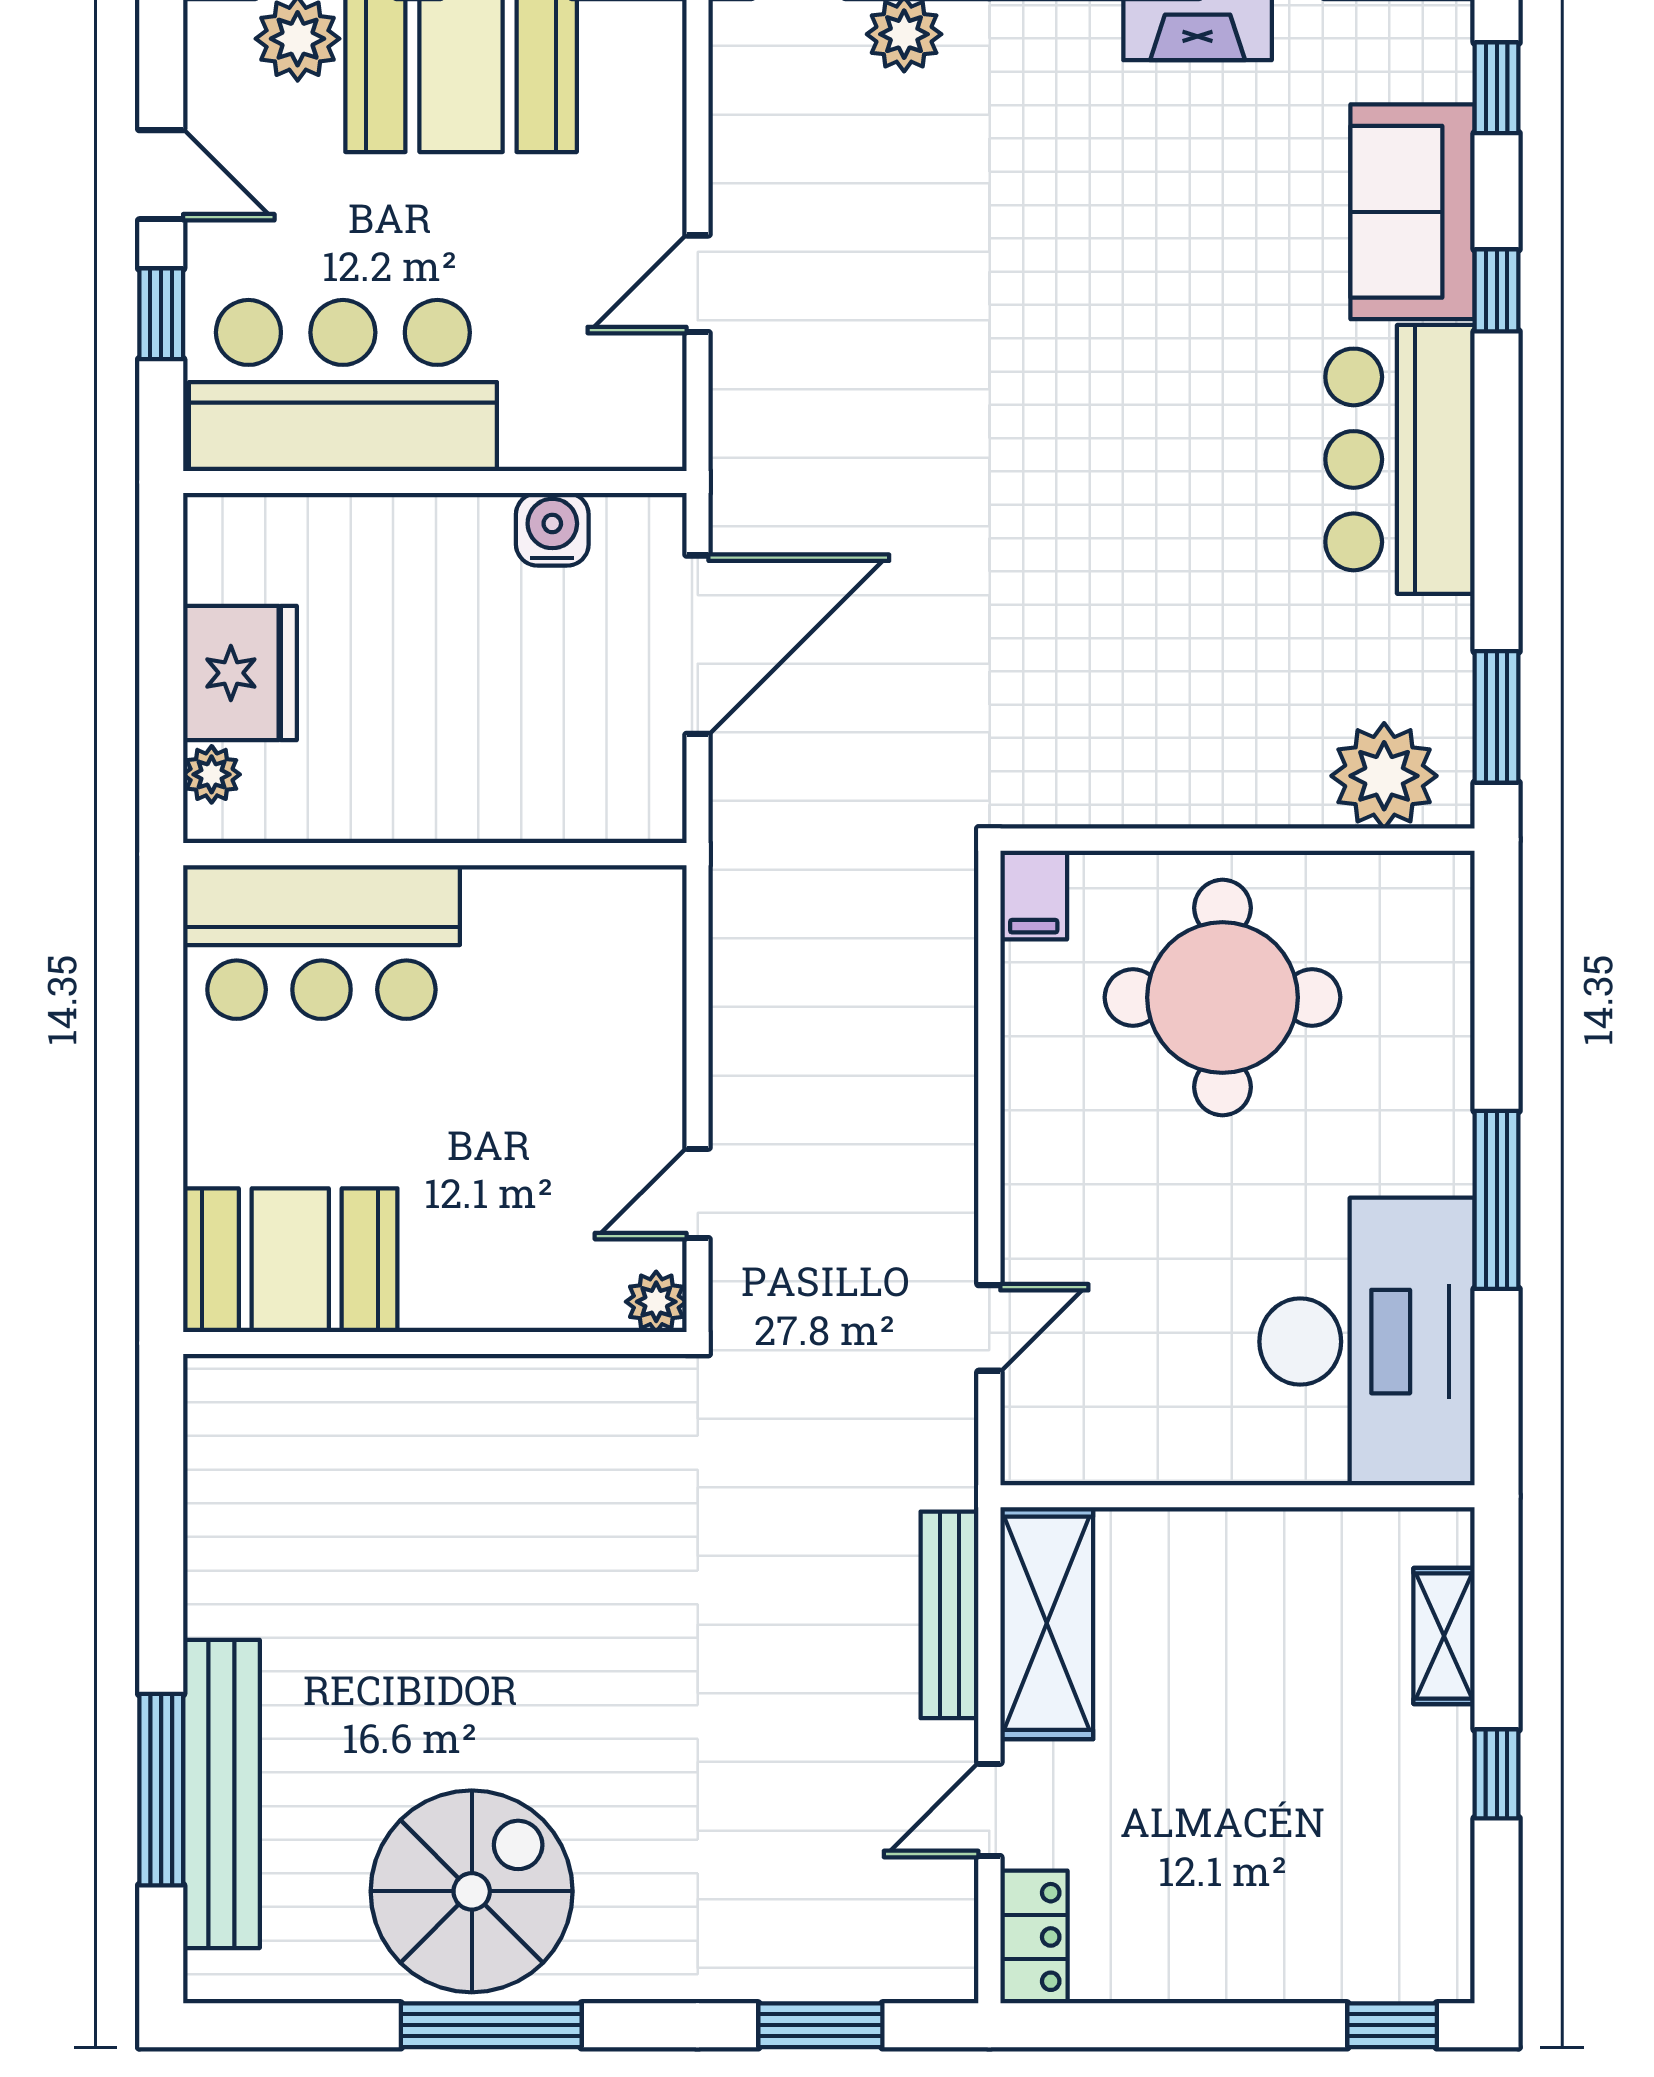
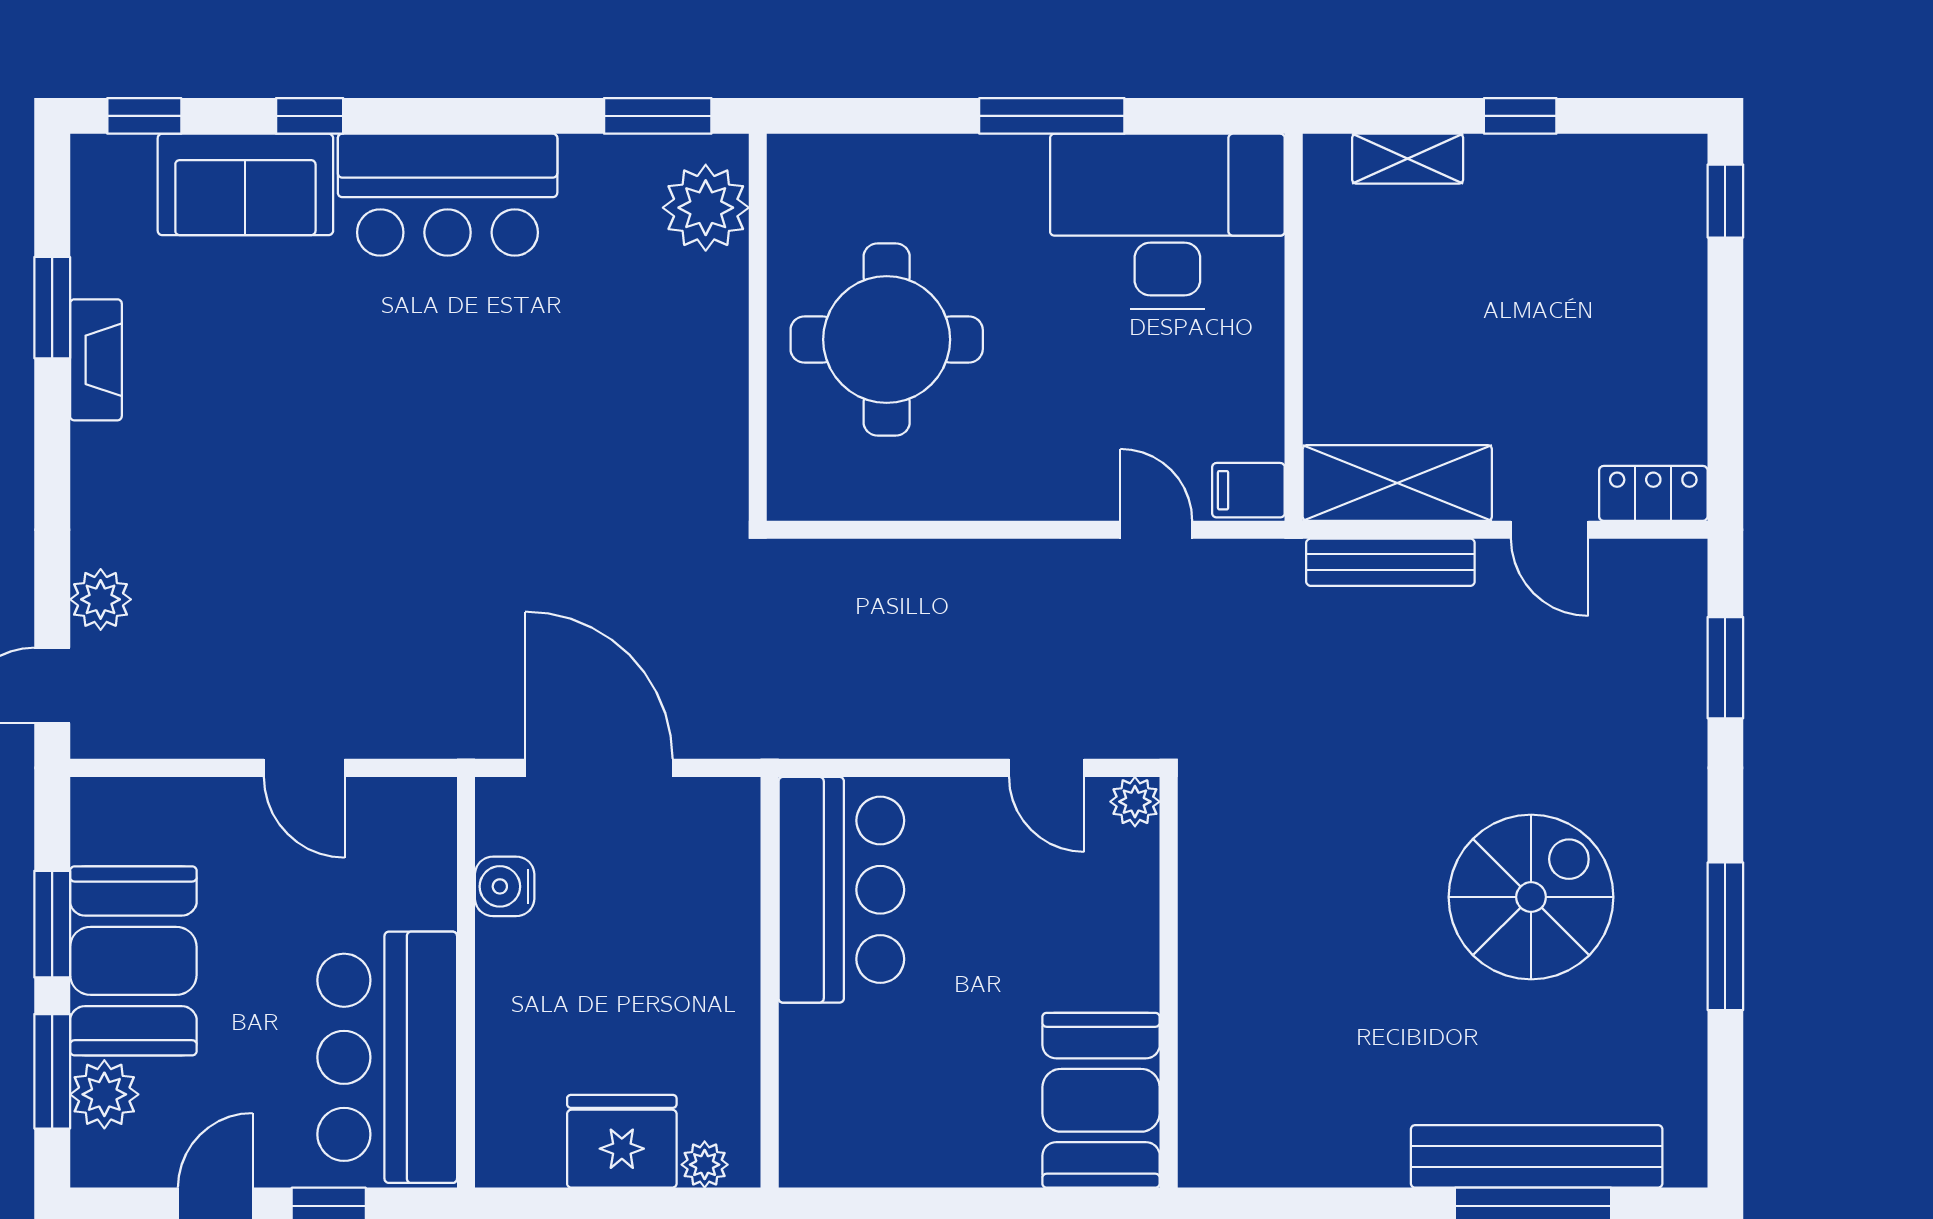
filing cabinet: (1034, 895) -> (1248, 490), moved, turned 180
bar counter: (321, 942) -> (841, 890), moved
spiral stairs: (472, 1891) -> (1531, 897), moved, turned 90

